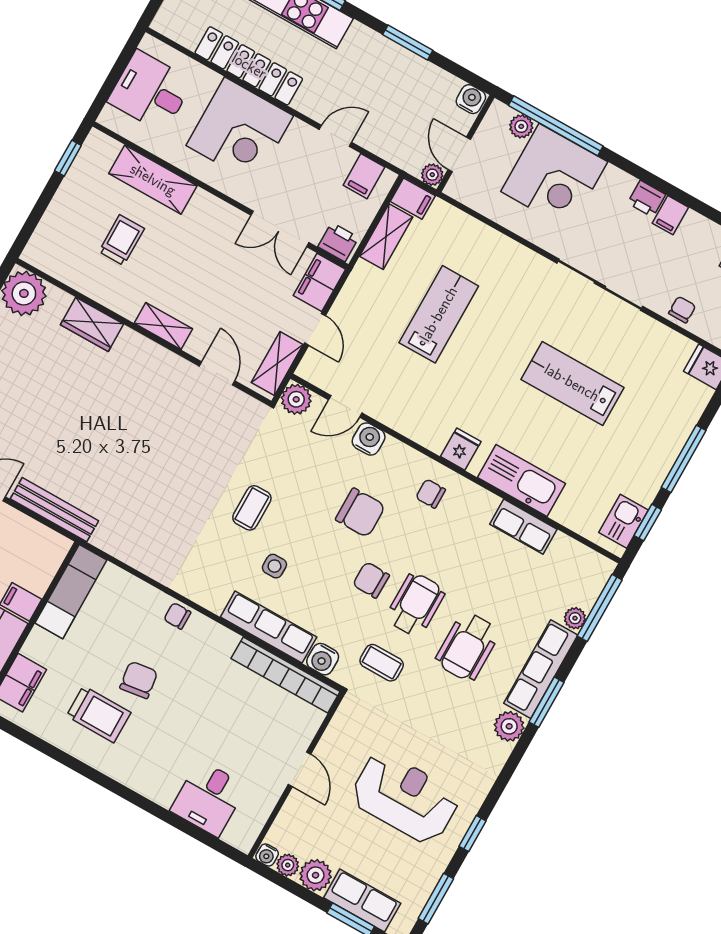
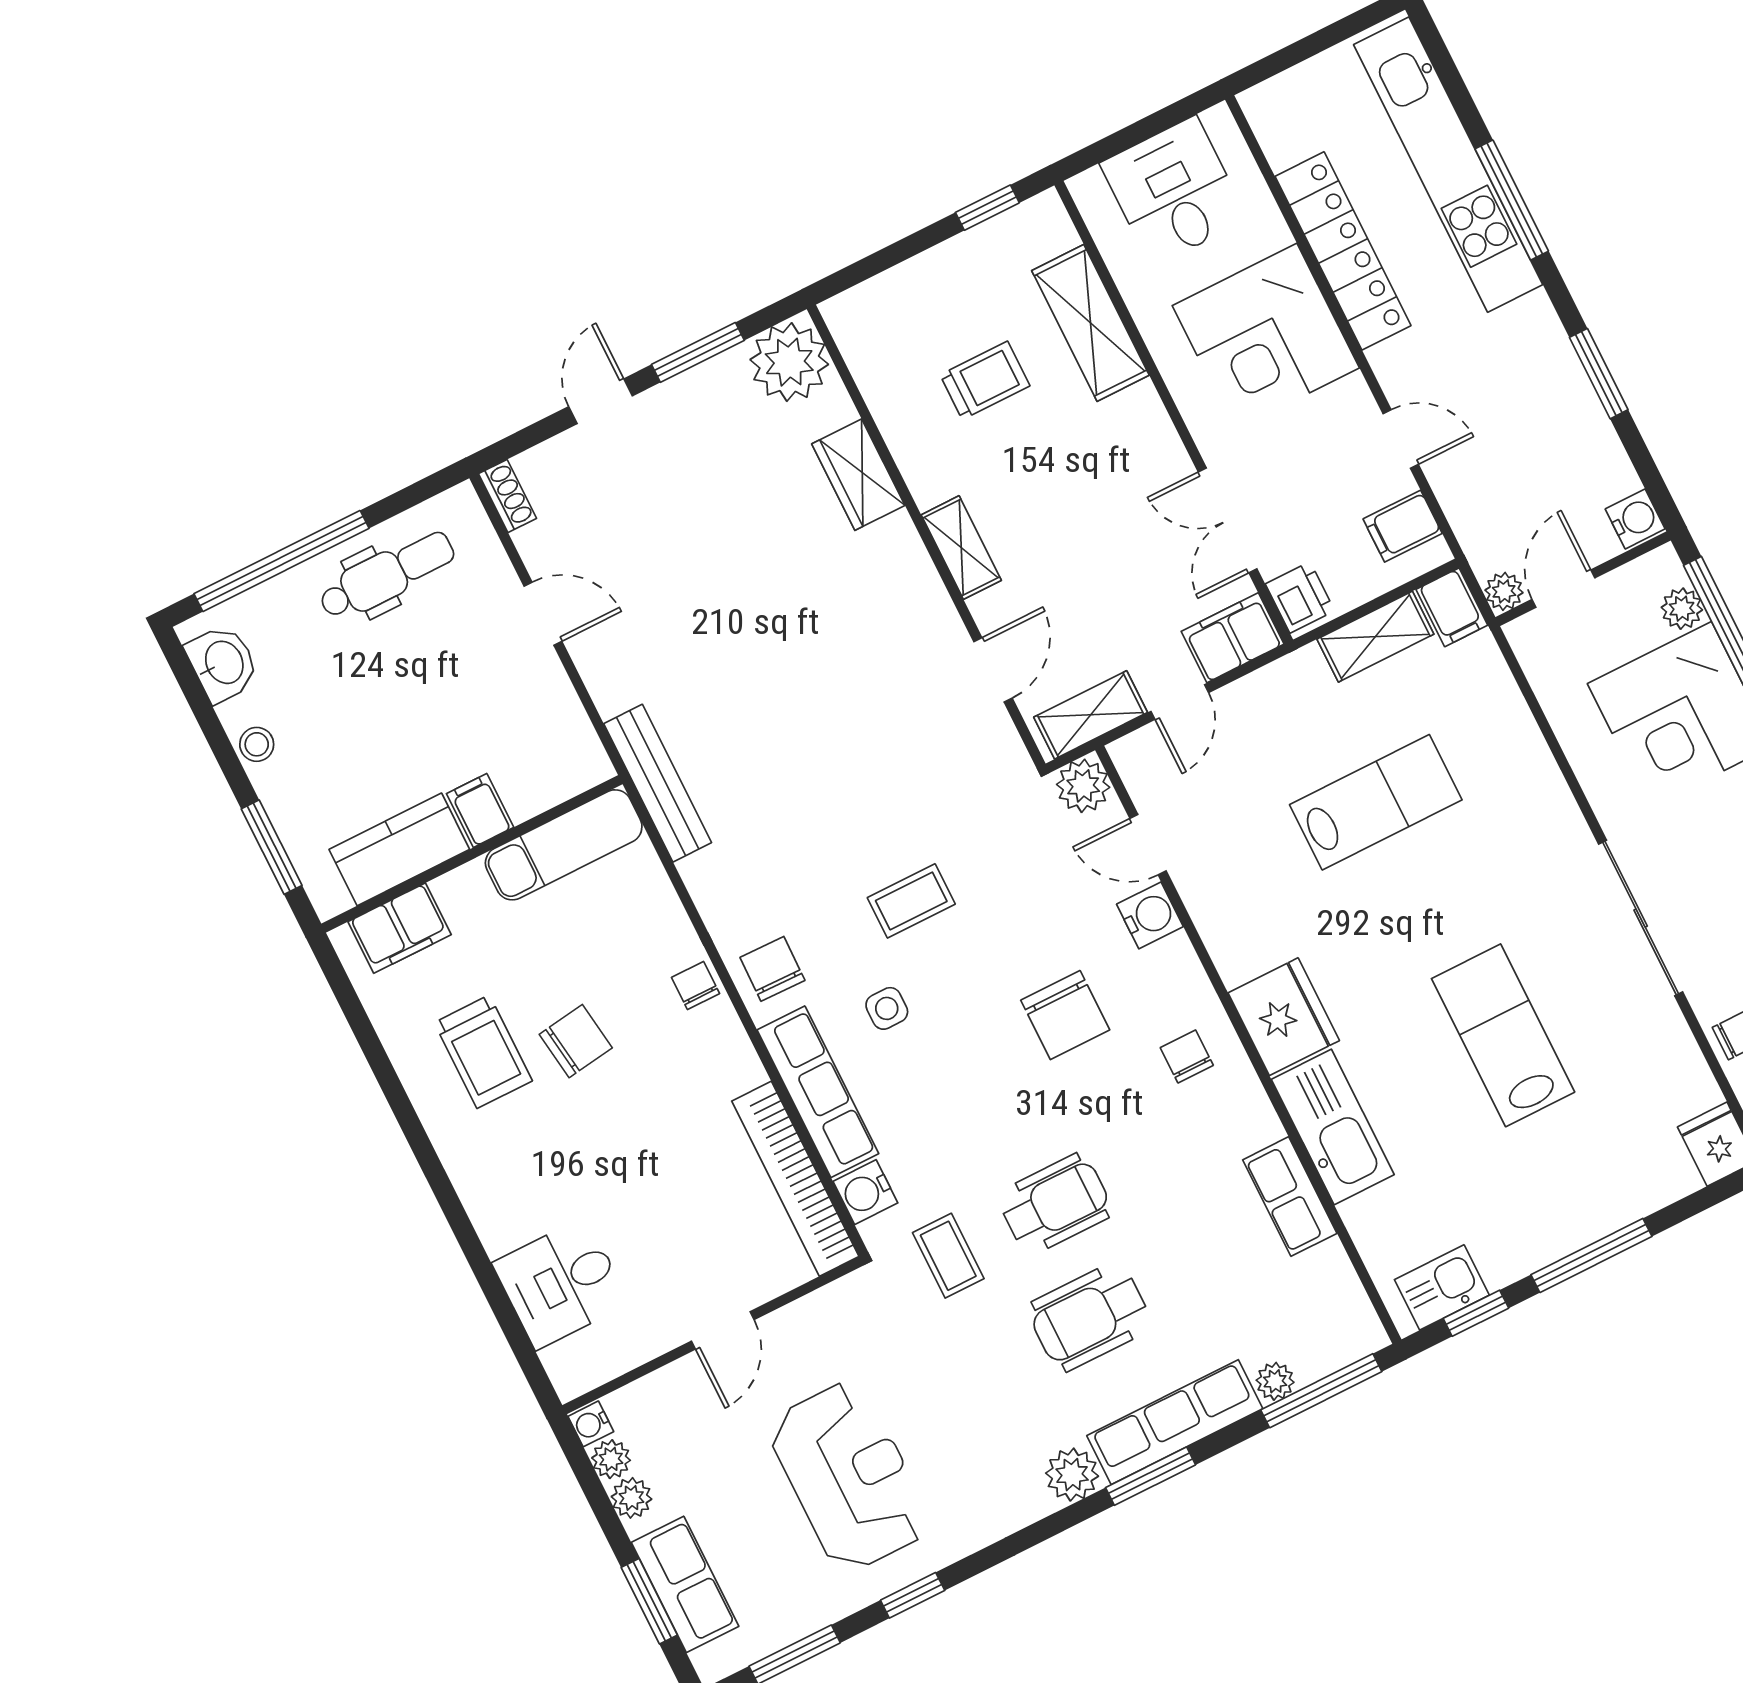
fridge: (461, 449) -> (1284, 1017), width x1.88, depth x1.34
bench: (54, 510) -> (658, 783), moved
chair: (371, 580) -> (772, 969), moved
plant: (316, 875) -> (632, 1498), width x0.73, depth x0.73

